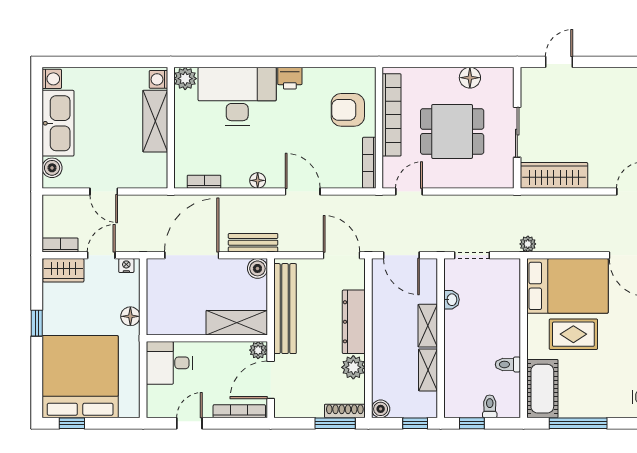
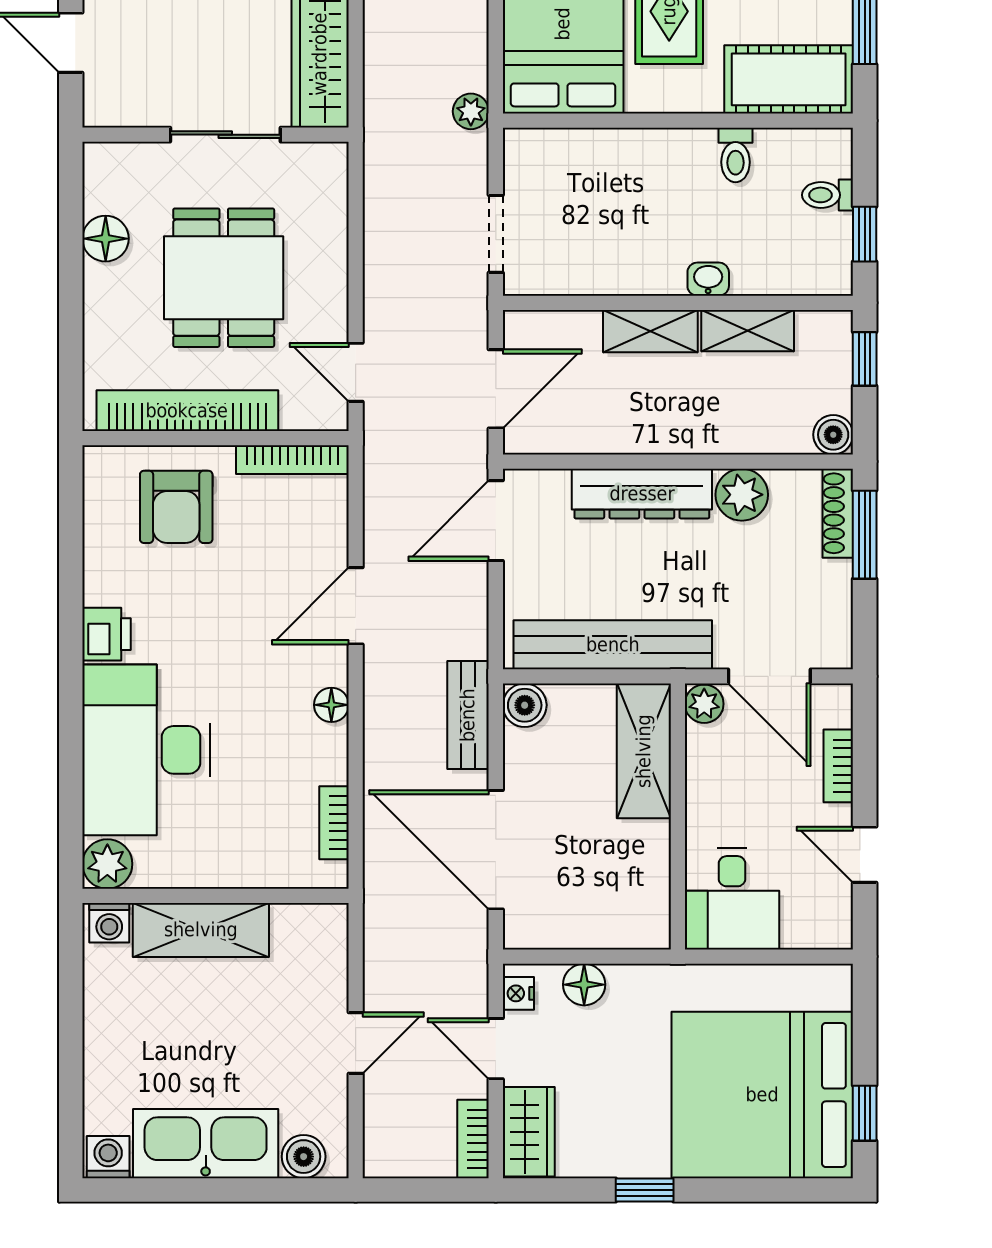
washbasin: (451, 300) -> (708, 279), moved
floor lamp: (130, 316) -> (584, 985), moved
bookcase: (239, 411) -> (838, 766), width x0.64

